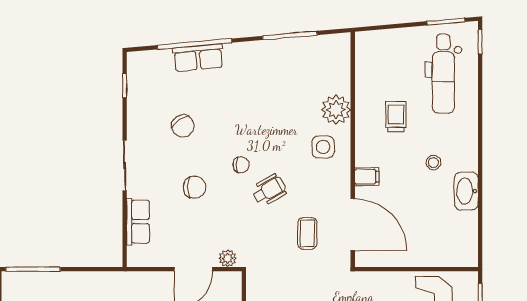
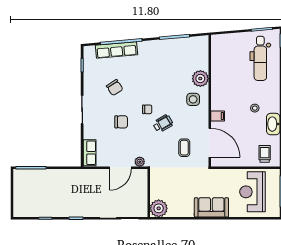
row of seats: (198, 58) -> (116, 50), width x1.48
trolley: (396, 117) -> (265, 154), moved
row of seats: (138, 222) -> (90, 153), moved

